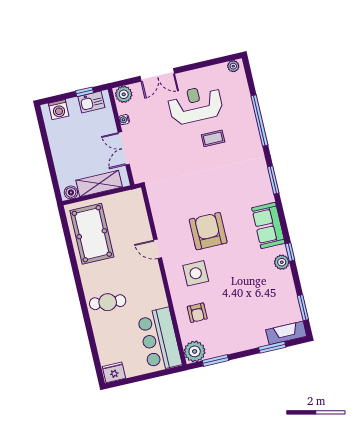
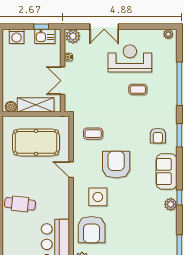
armchair: (249, 186) -> (158, 136), added
coffee table: (173, 201) -> (93, 134), added
pool table: (92, 234) -> (36, 142), moved, turned 90
armchair: (197, 313) -> (92, 230), width x1.88, depth x1.88

